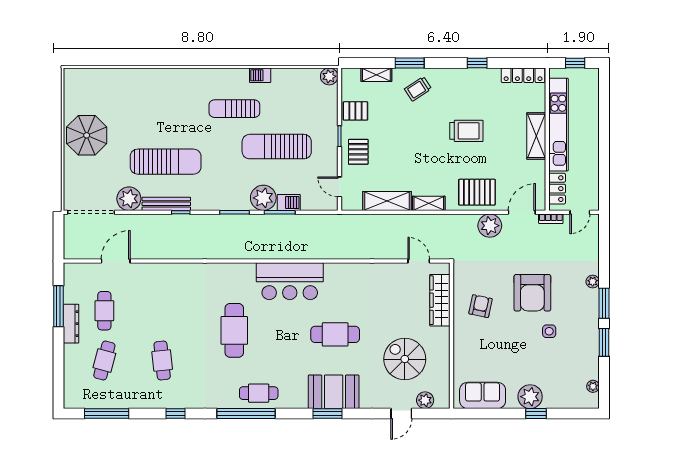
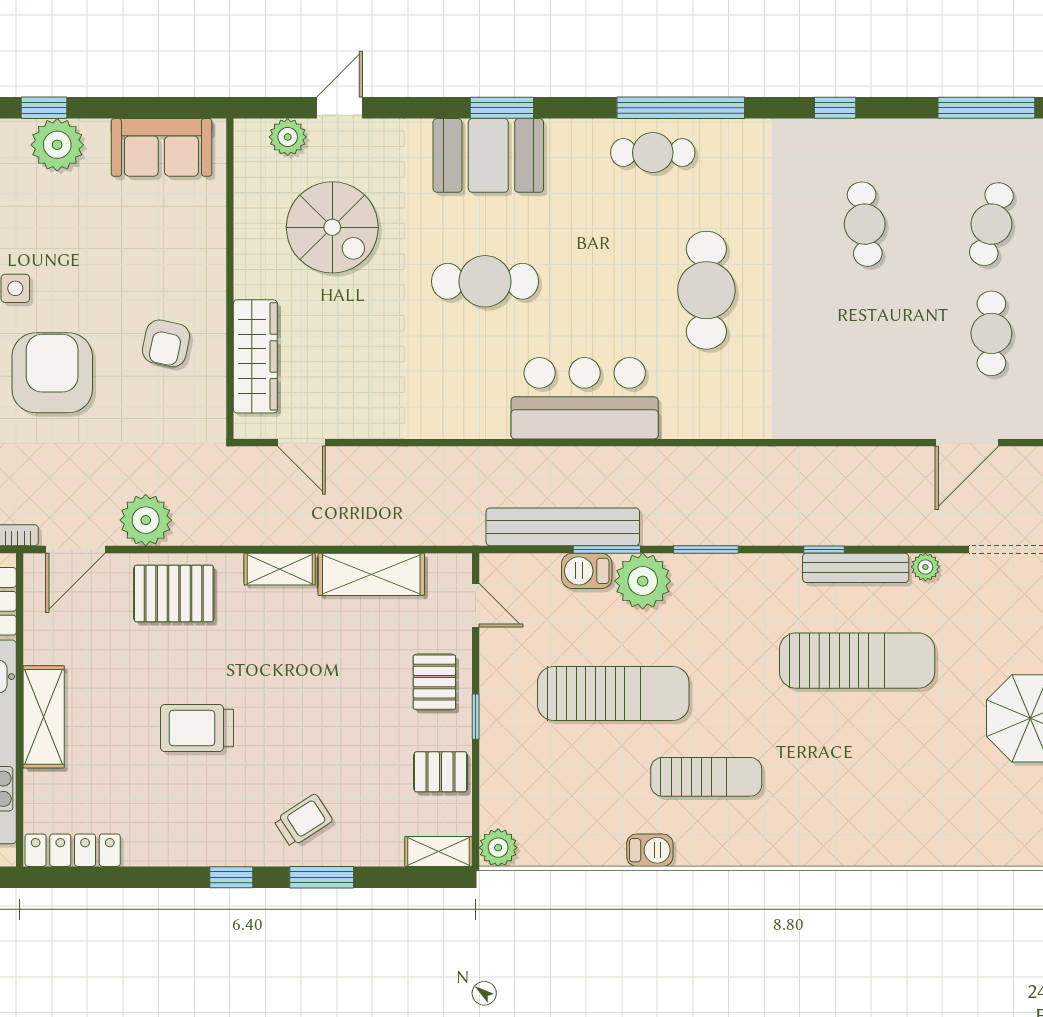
window: (477, 63) -> (231, 877), moved
shelving: (376, 75) -> (438, 851), moved
sun lounger: (166, 162) -> (857, 661), turned 180
plant: (129, 199) -> (925, 567), width x0.53, depth x0.53
bench: (300, 223) -> (563, 527), added

